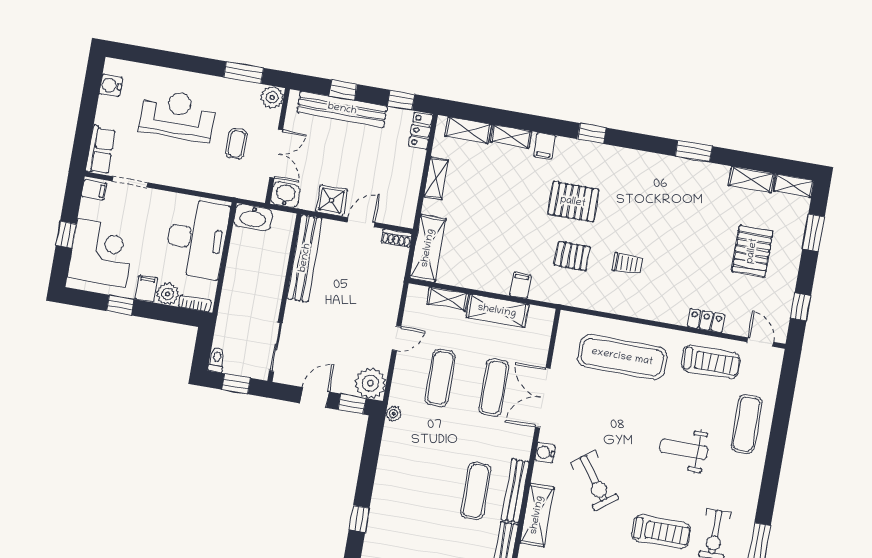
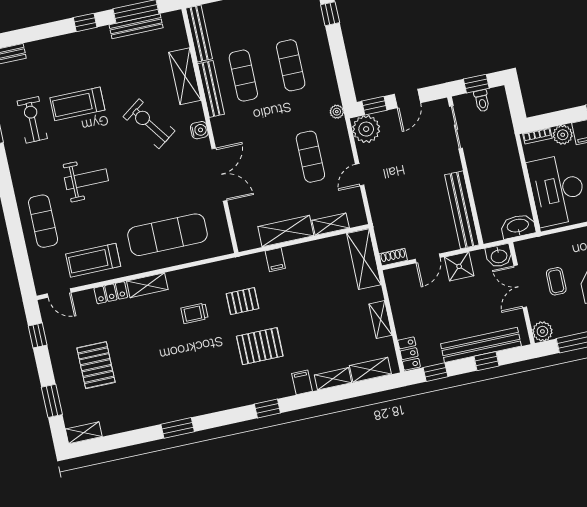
shelving: (751, 180) -> (147, 285), moved
toilet: (217, 360) -> (482, 101), moved
exercise mat: (494, 387) -> (291, 65), moved

